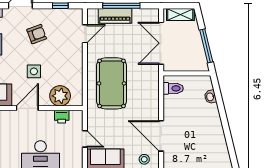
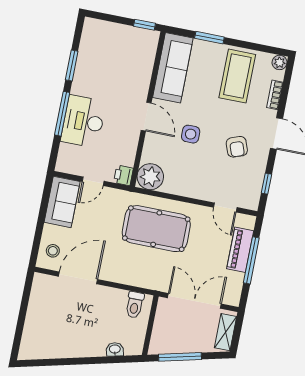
plant: (60, 96) -> (150, 177), moved
printer: (62, 117) -> (123, 175), moved

